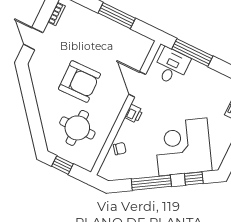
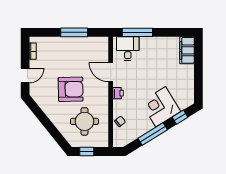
door: (33, 39) -> (25, 75), swing flipped
corner desk: (183, 147) -> (161, 107), width x0.74, depth x0.74

